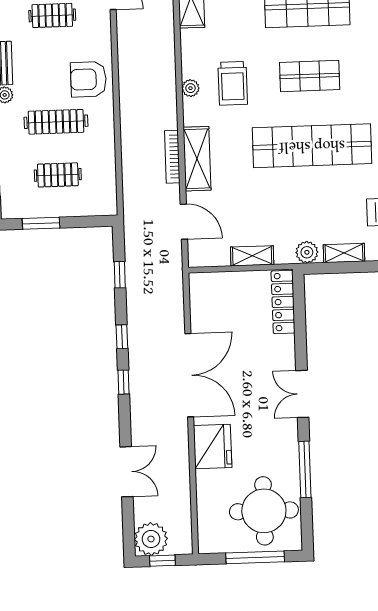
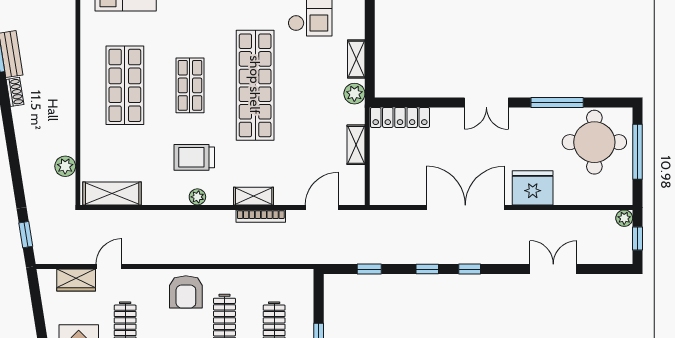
trolley: (233, 83) -> (194, 157), turned 180
shelving: (197, 159) -> (254, 196), width x0.67, depth x0.75
plant: (151, 539) -> (624, 218), moved, width x0.53, depth x0.53

